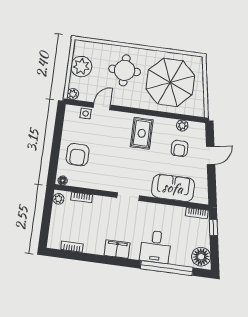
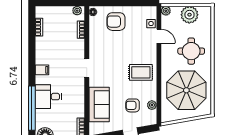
filing cabinet: (117, 249) -> (42, 70), width x0.50

